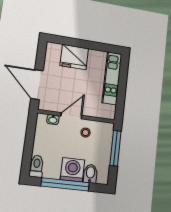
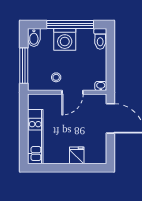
fridge: (74, 57) -> (77, 155), width x0.53, depth x0.75
washbasin: (53, 120) -> (101, 86), moved
bidet: (90, 174) -> (34, 38), moved

